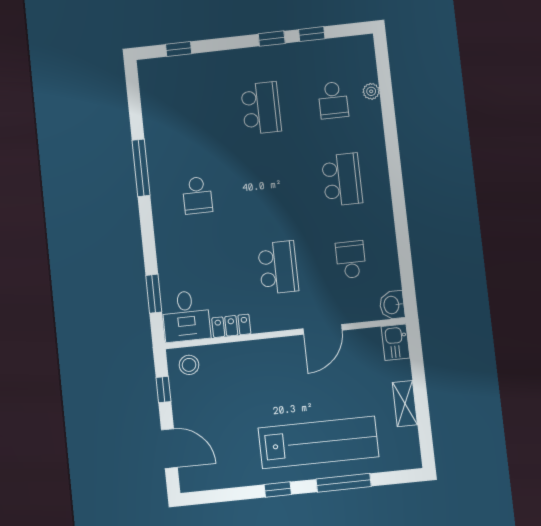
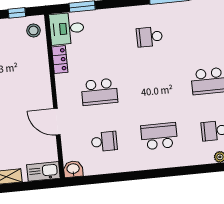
school desk: (342, 180) -> (159, 136), turned 180
kitchen sink: (396, 342) -> (43, 171), width x1.38

